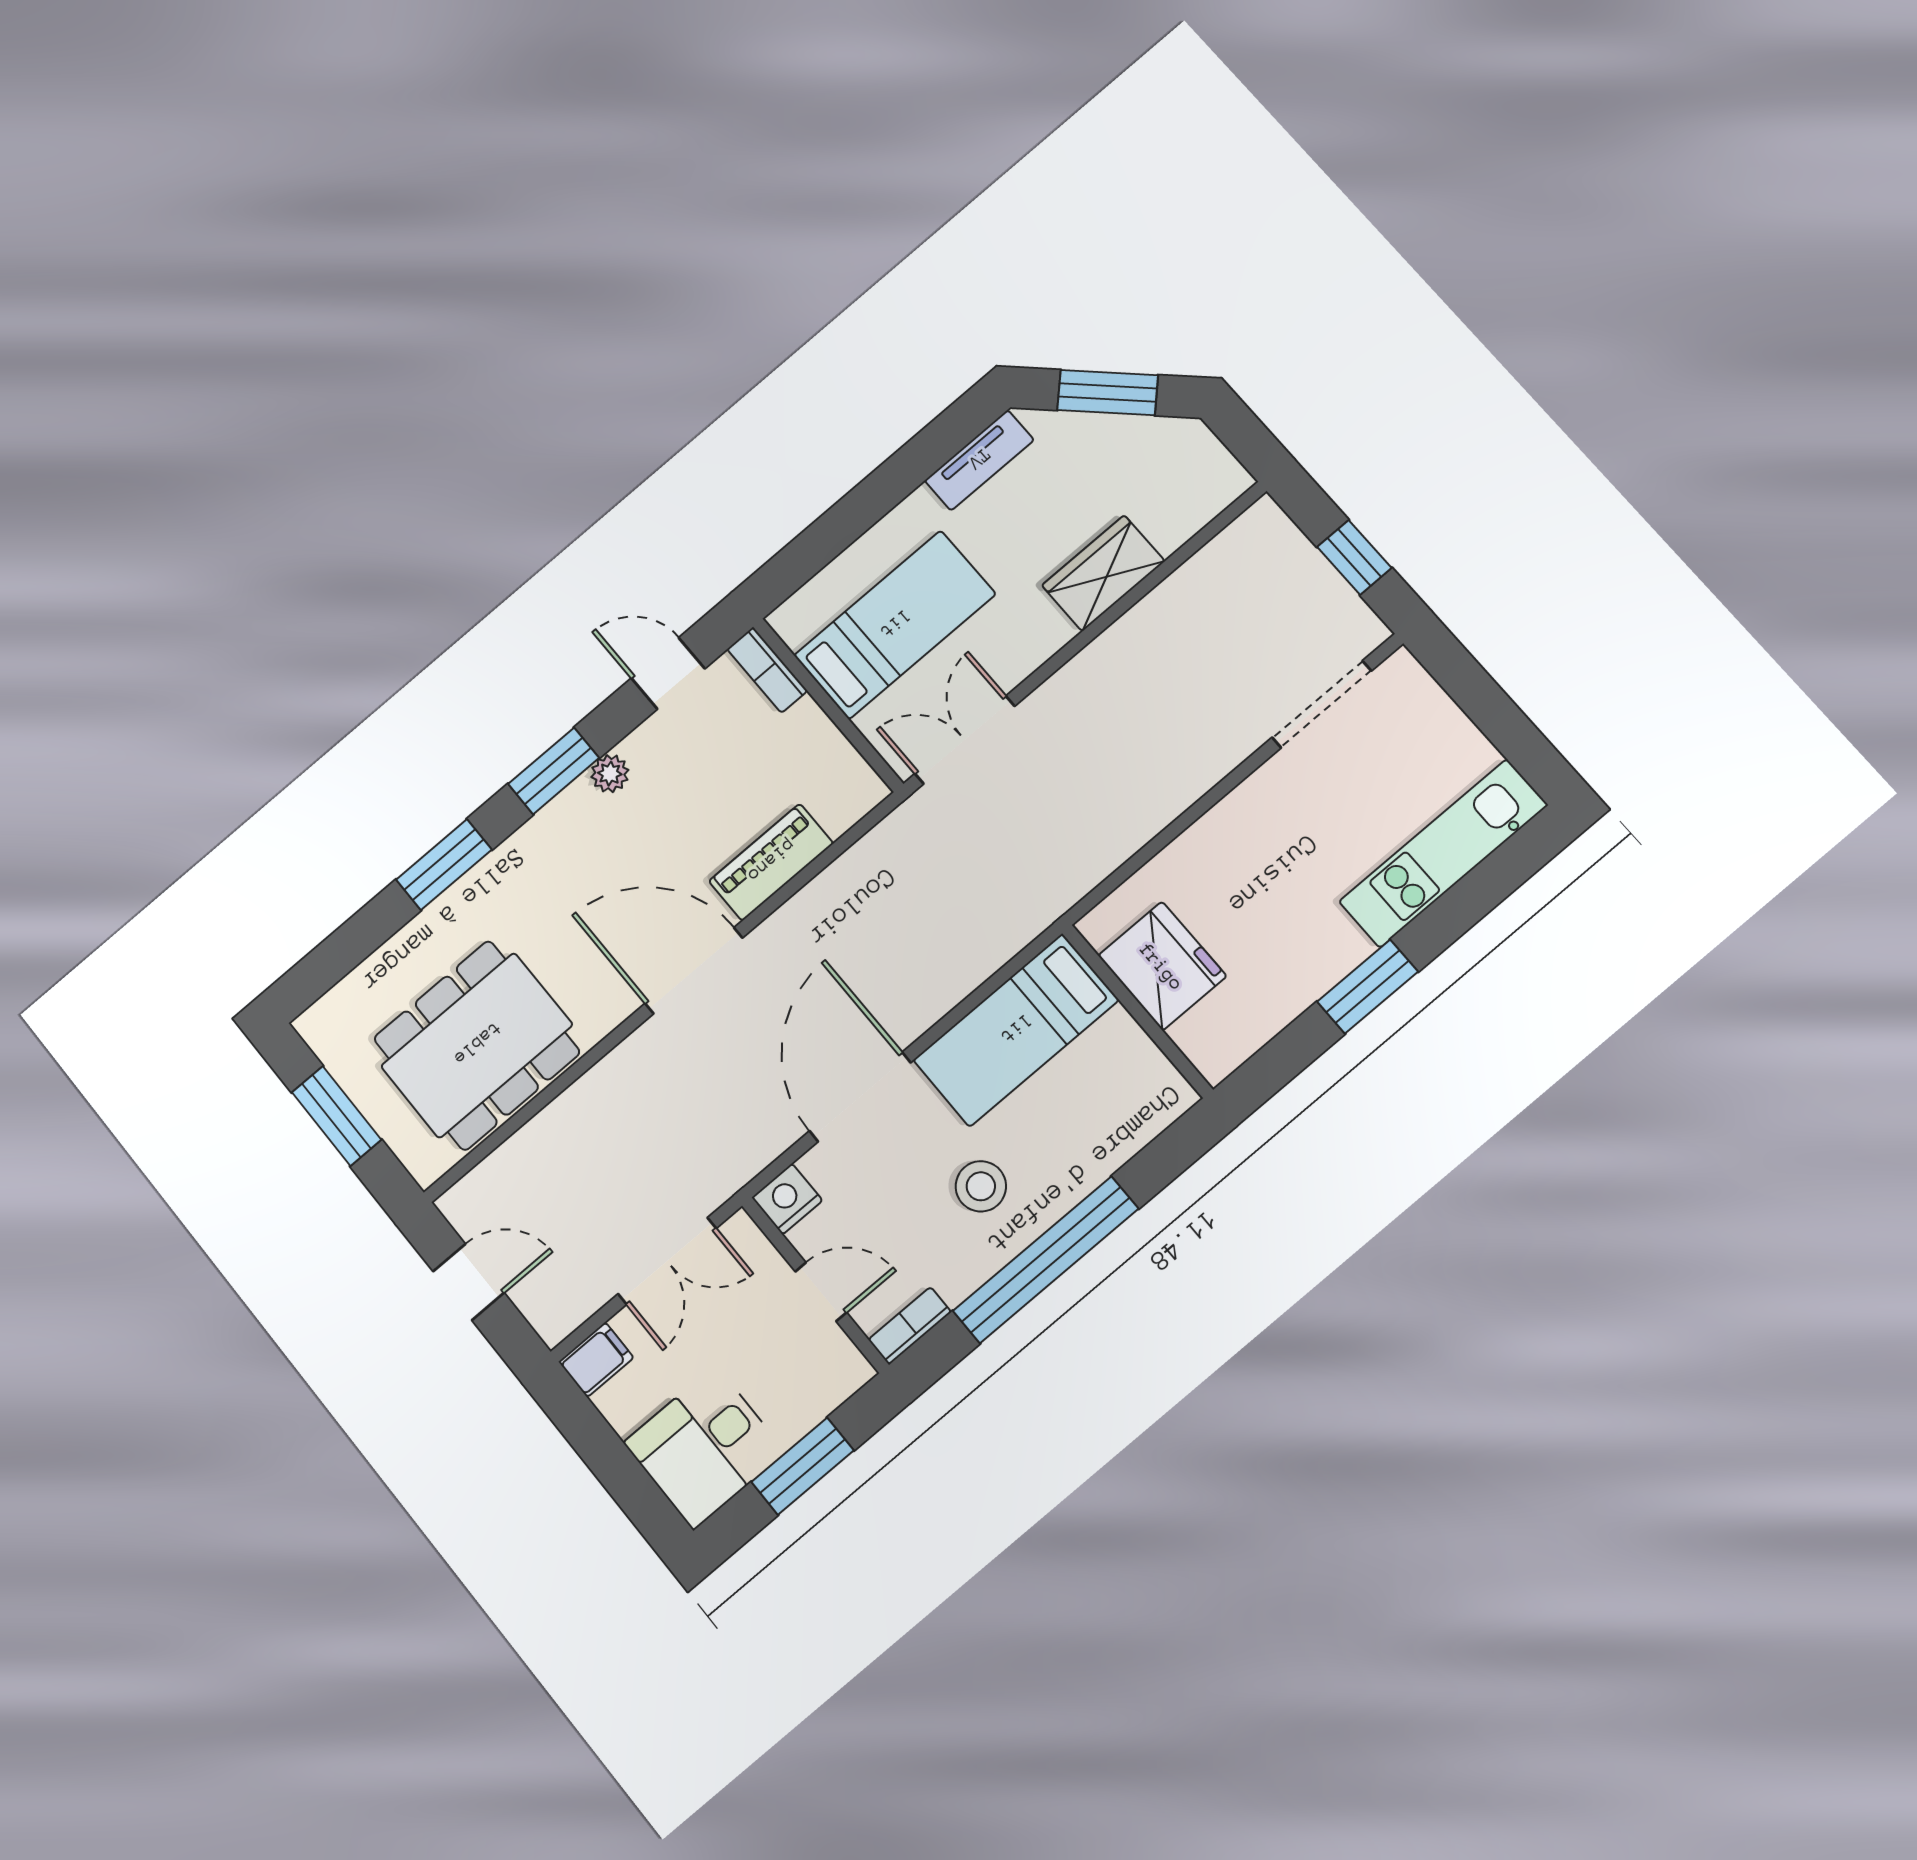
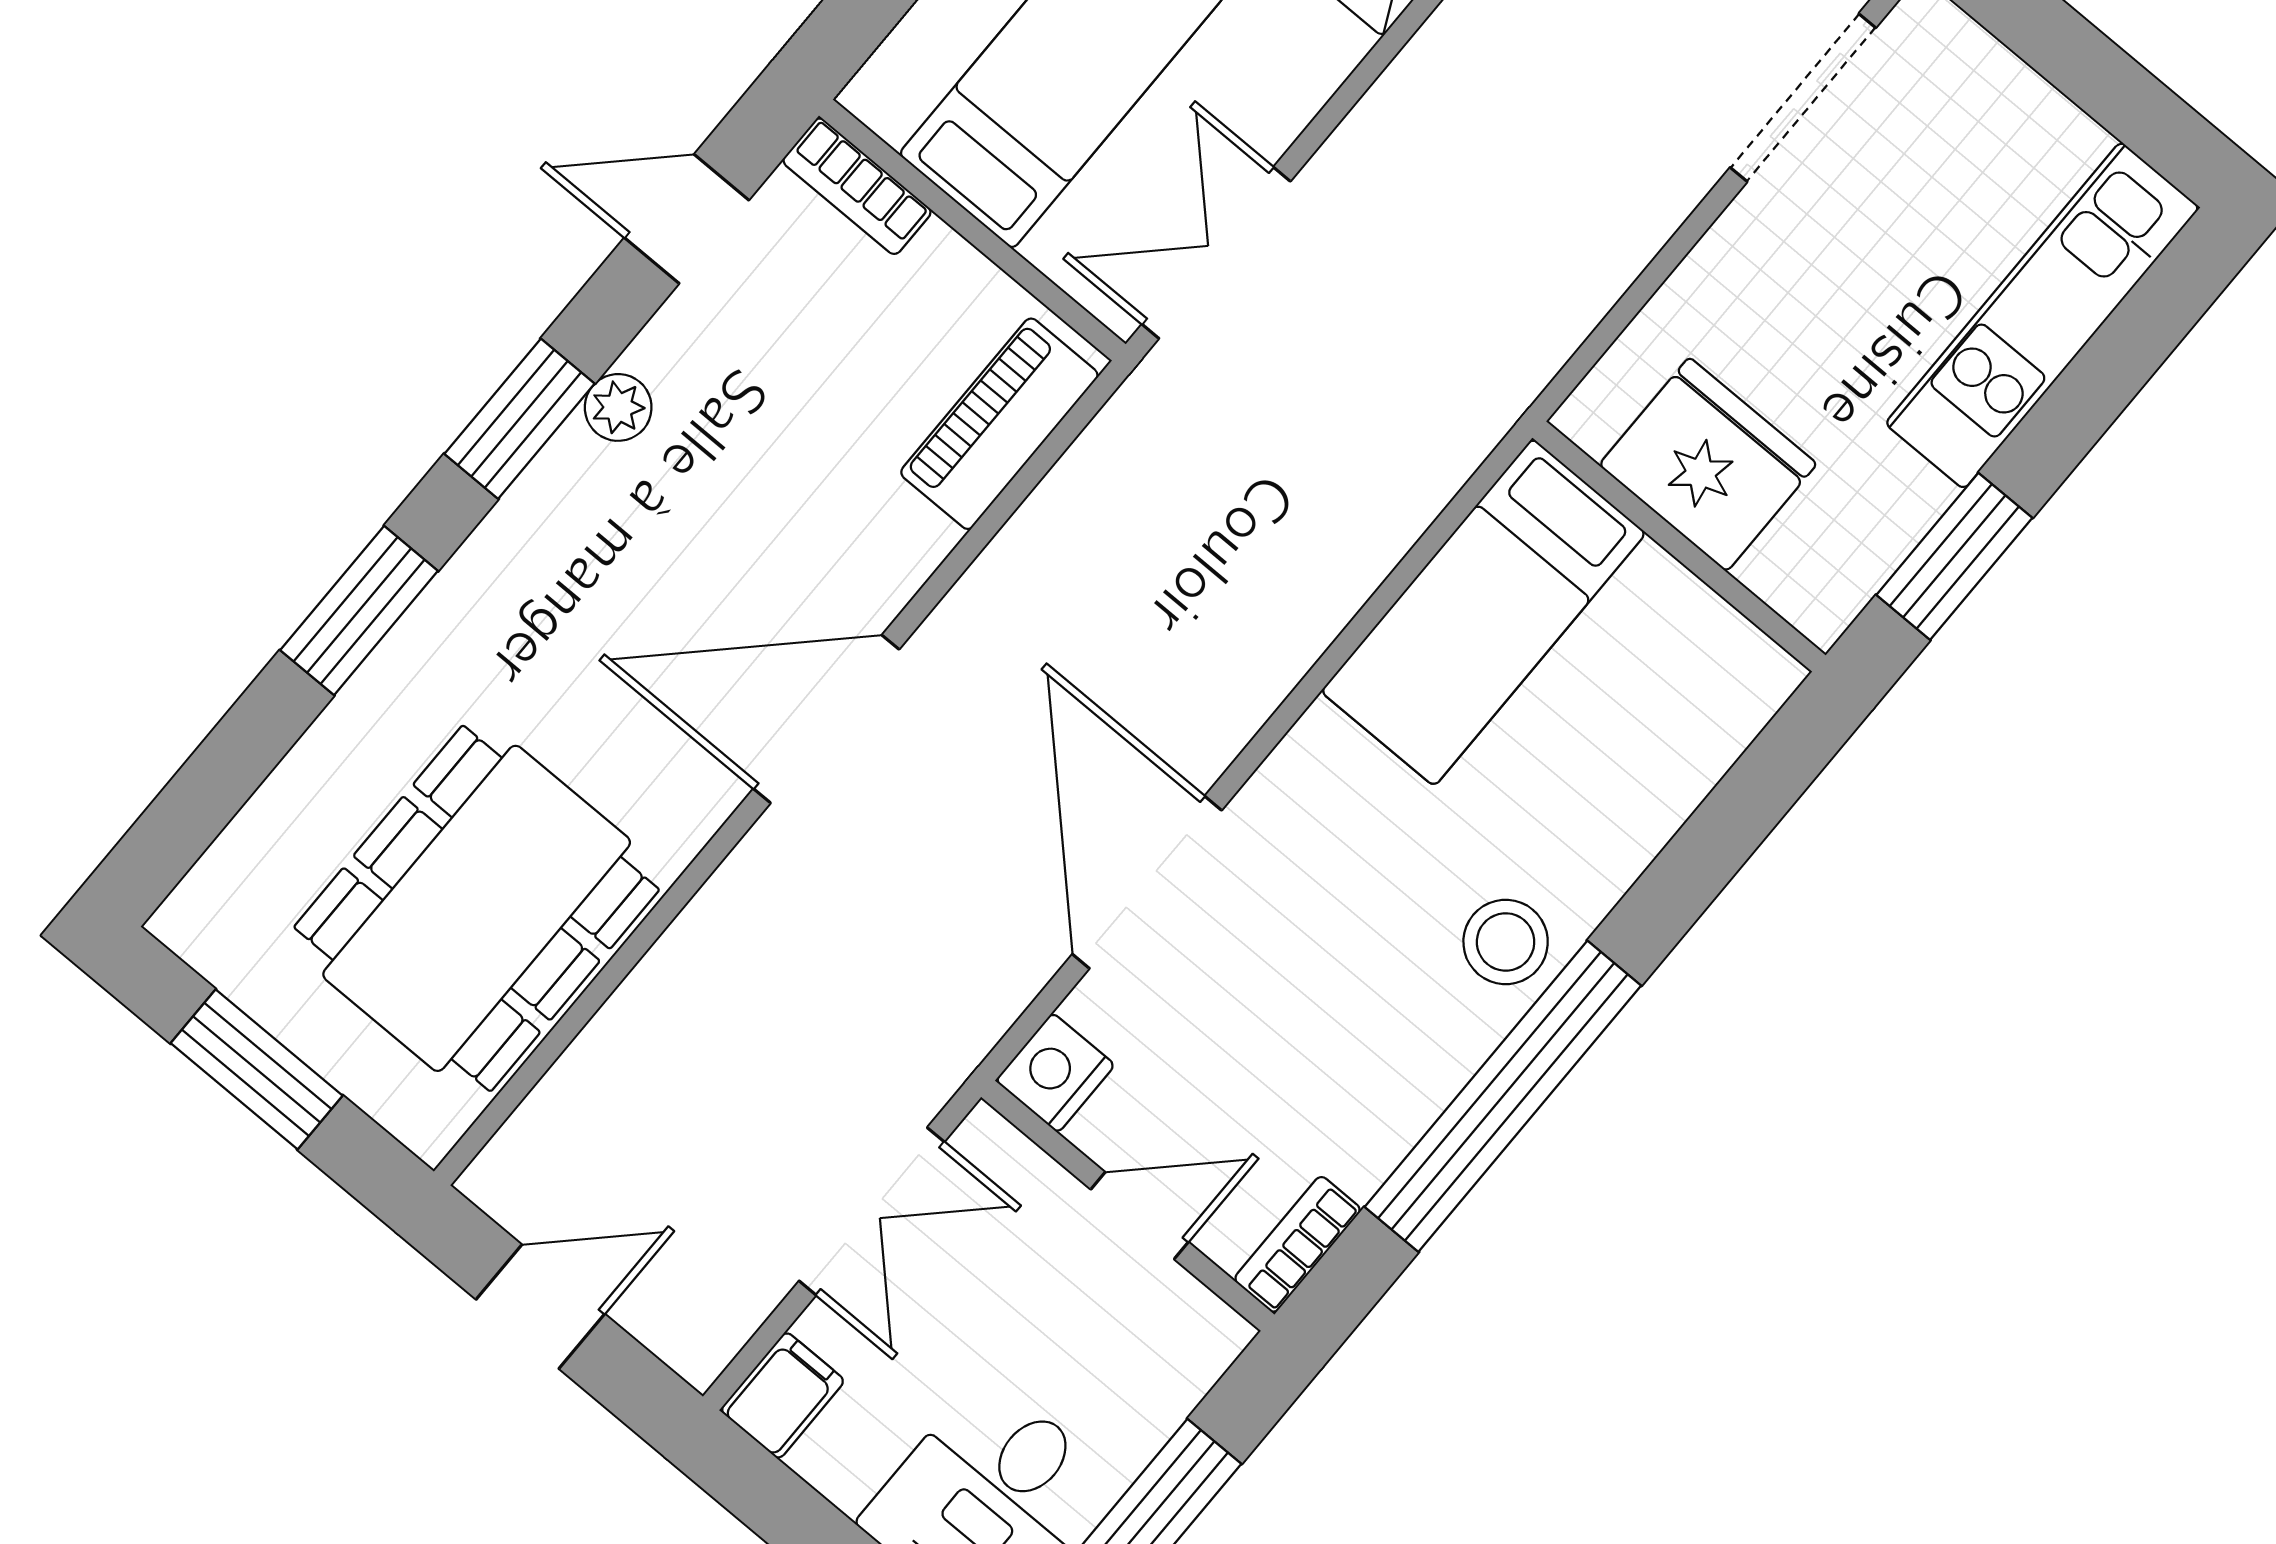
piano: (771, 862) -> (999, 424), moved
fridge: (1162, 966) -> (1708, 464), moved
wall: (1137, 1011) -> (1679, 547), moved
bed: (1016, 1030) -> (1483, 612), moved
stool: (981, 1186) -> (1506, 942), moved

